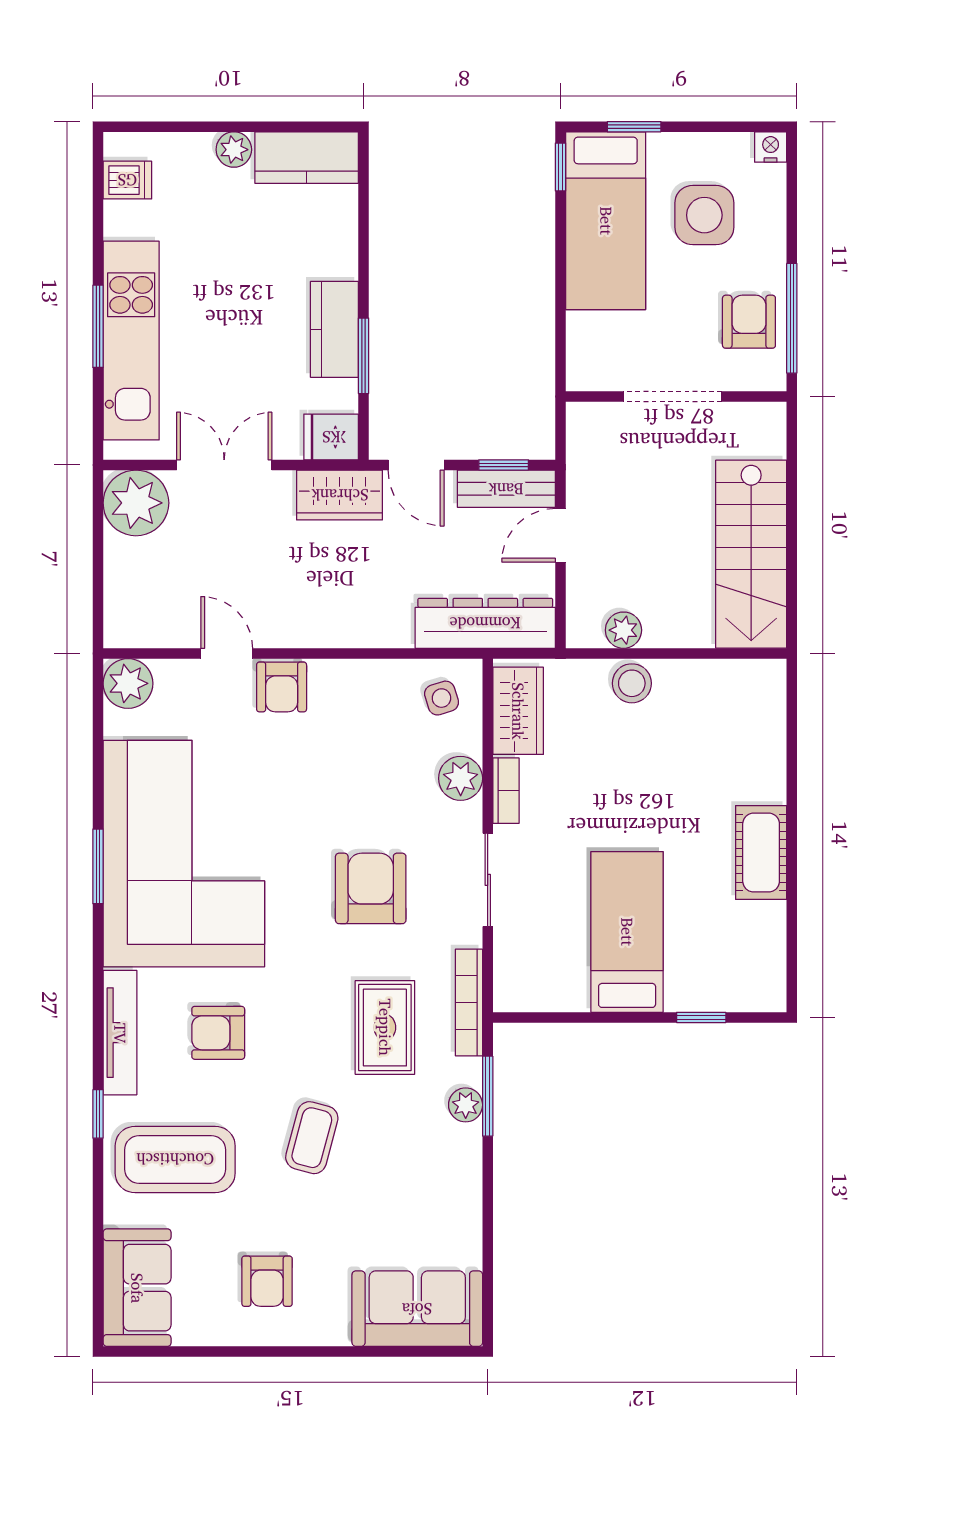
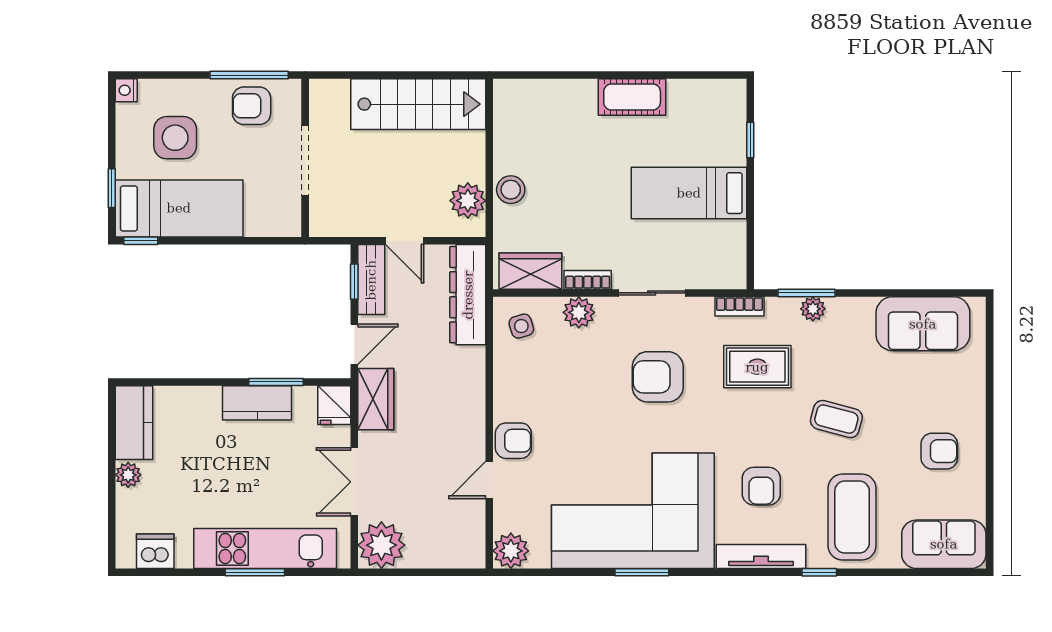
dishwasher: (127, 180) -> (155, 551), width x1.38
plant: (623, 630) -> (468, 201), width x1.38, depth x1.38
bookcase: (469, 1003) -> (740, 306), width x0.64
sofa: (417, 1309) -> (923, 324), moved, turned -90

